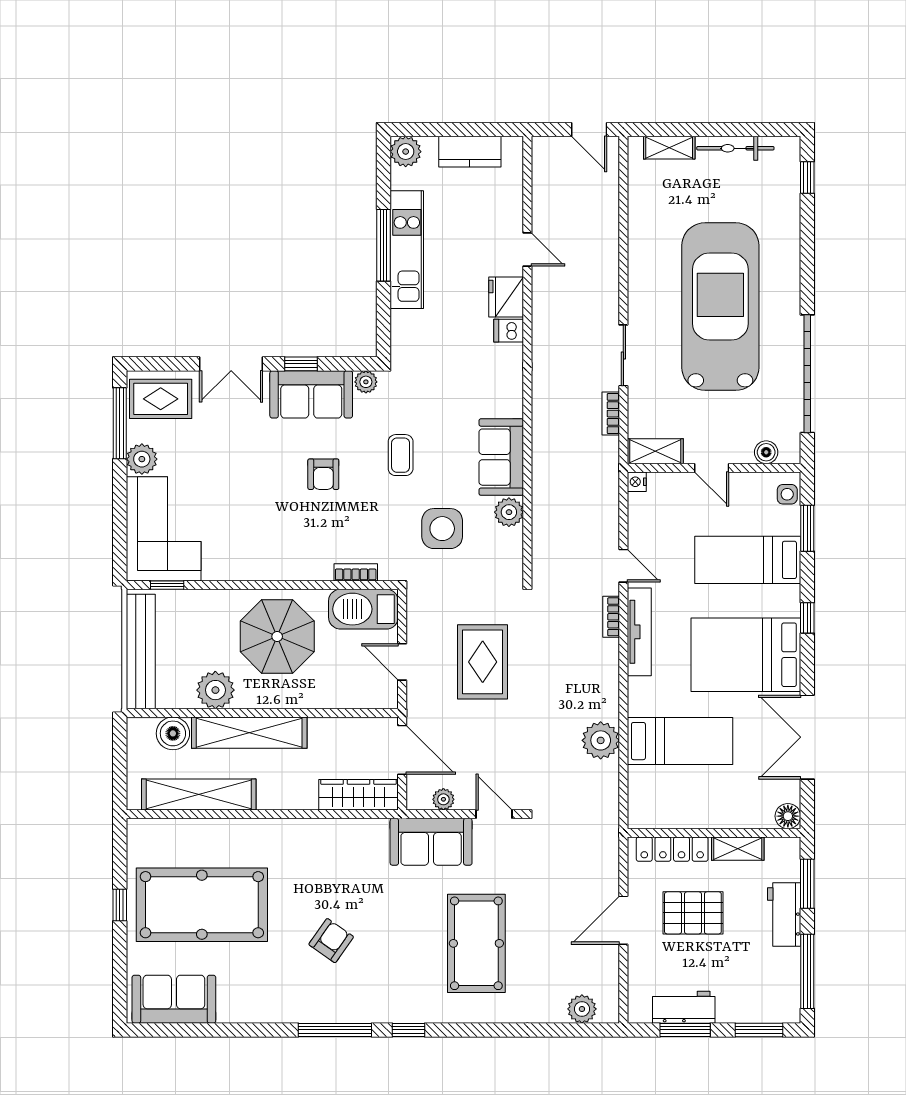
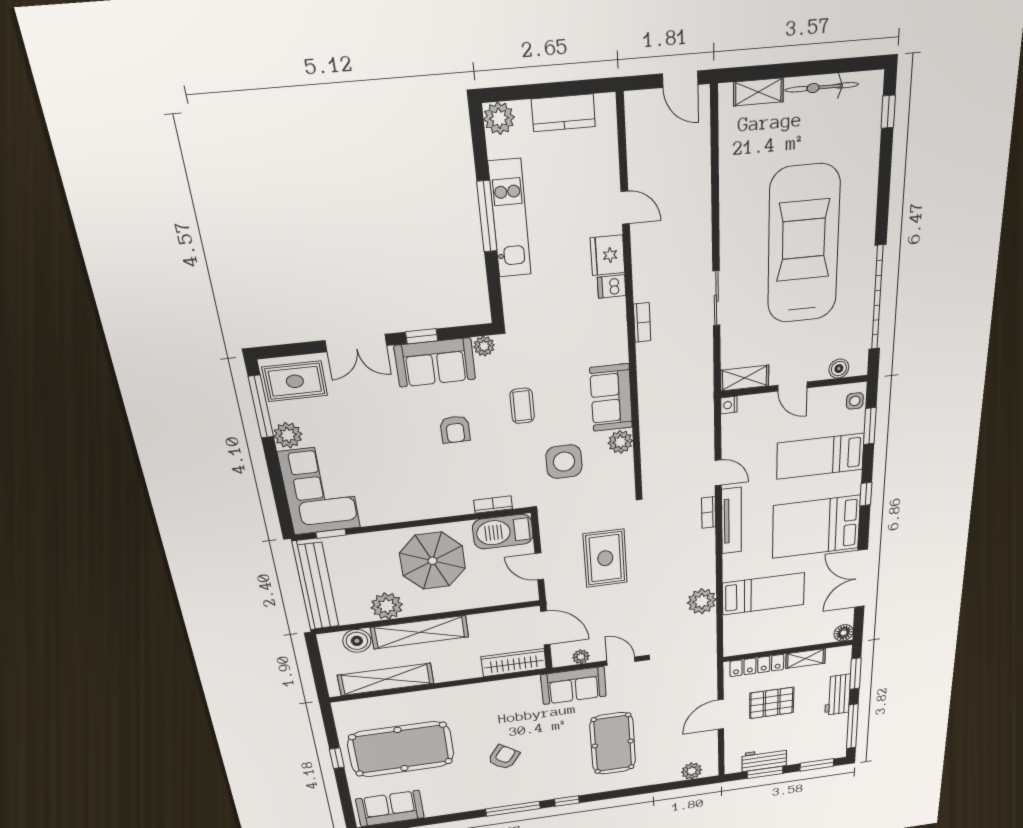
bookcase: (611, 414) -> (642, 322), moved, turned 180

